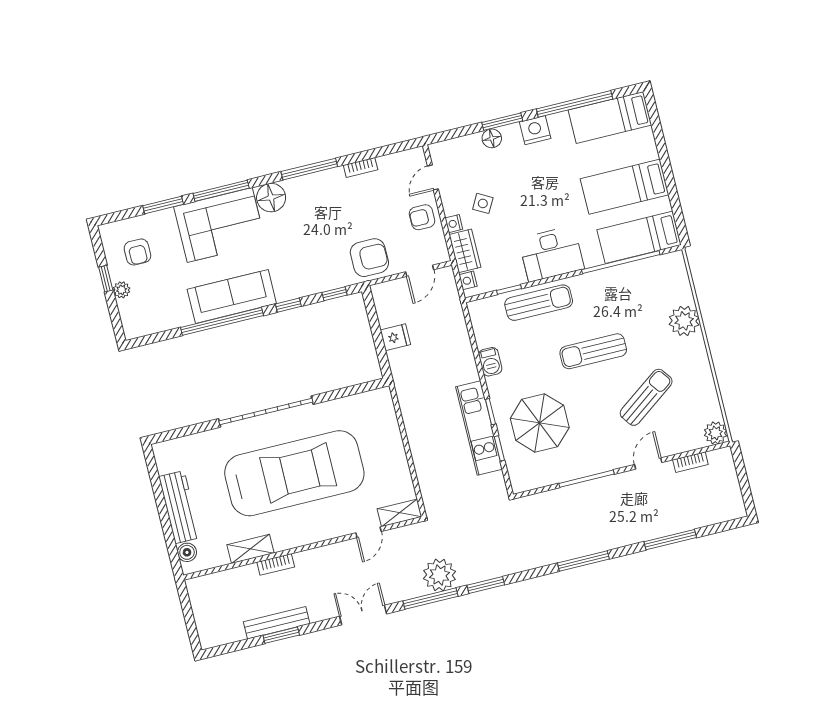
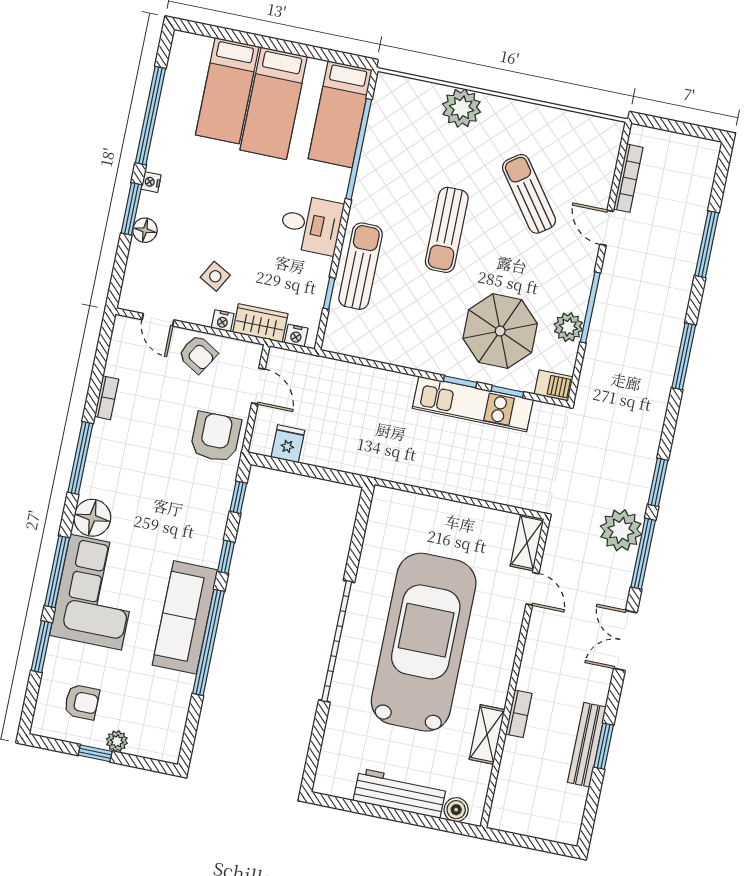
bed: (610, 118) -> (227, 91), moved
nightstand: (535, 130) -> (151, 182), width x0.53, depth x0.56
armchair: (422, 217) -> (198, 354), turned -59
desk: (551, 254) -> (311, 225), width x0.73
fridge: (395, 337) -> (288, 444), moved
barbecue: (490, 362) -> (554, 386), moved
plant: (715, 433) -> (568, 327), moved
bookcase: (690, 462) -> (628, 178), width x1.56

